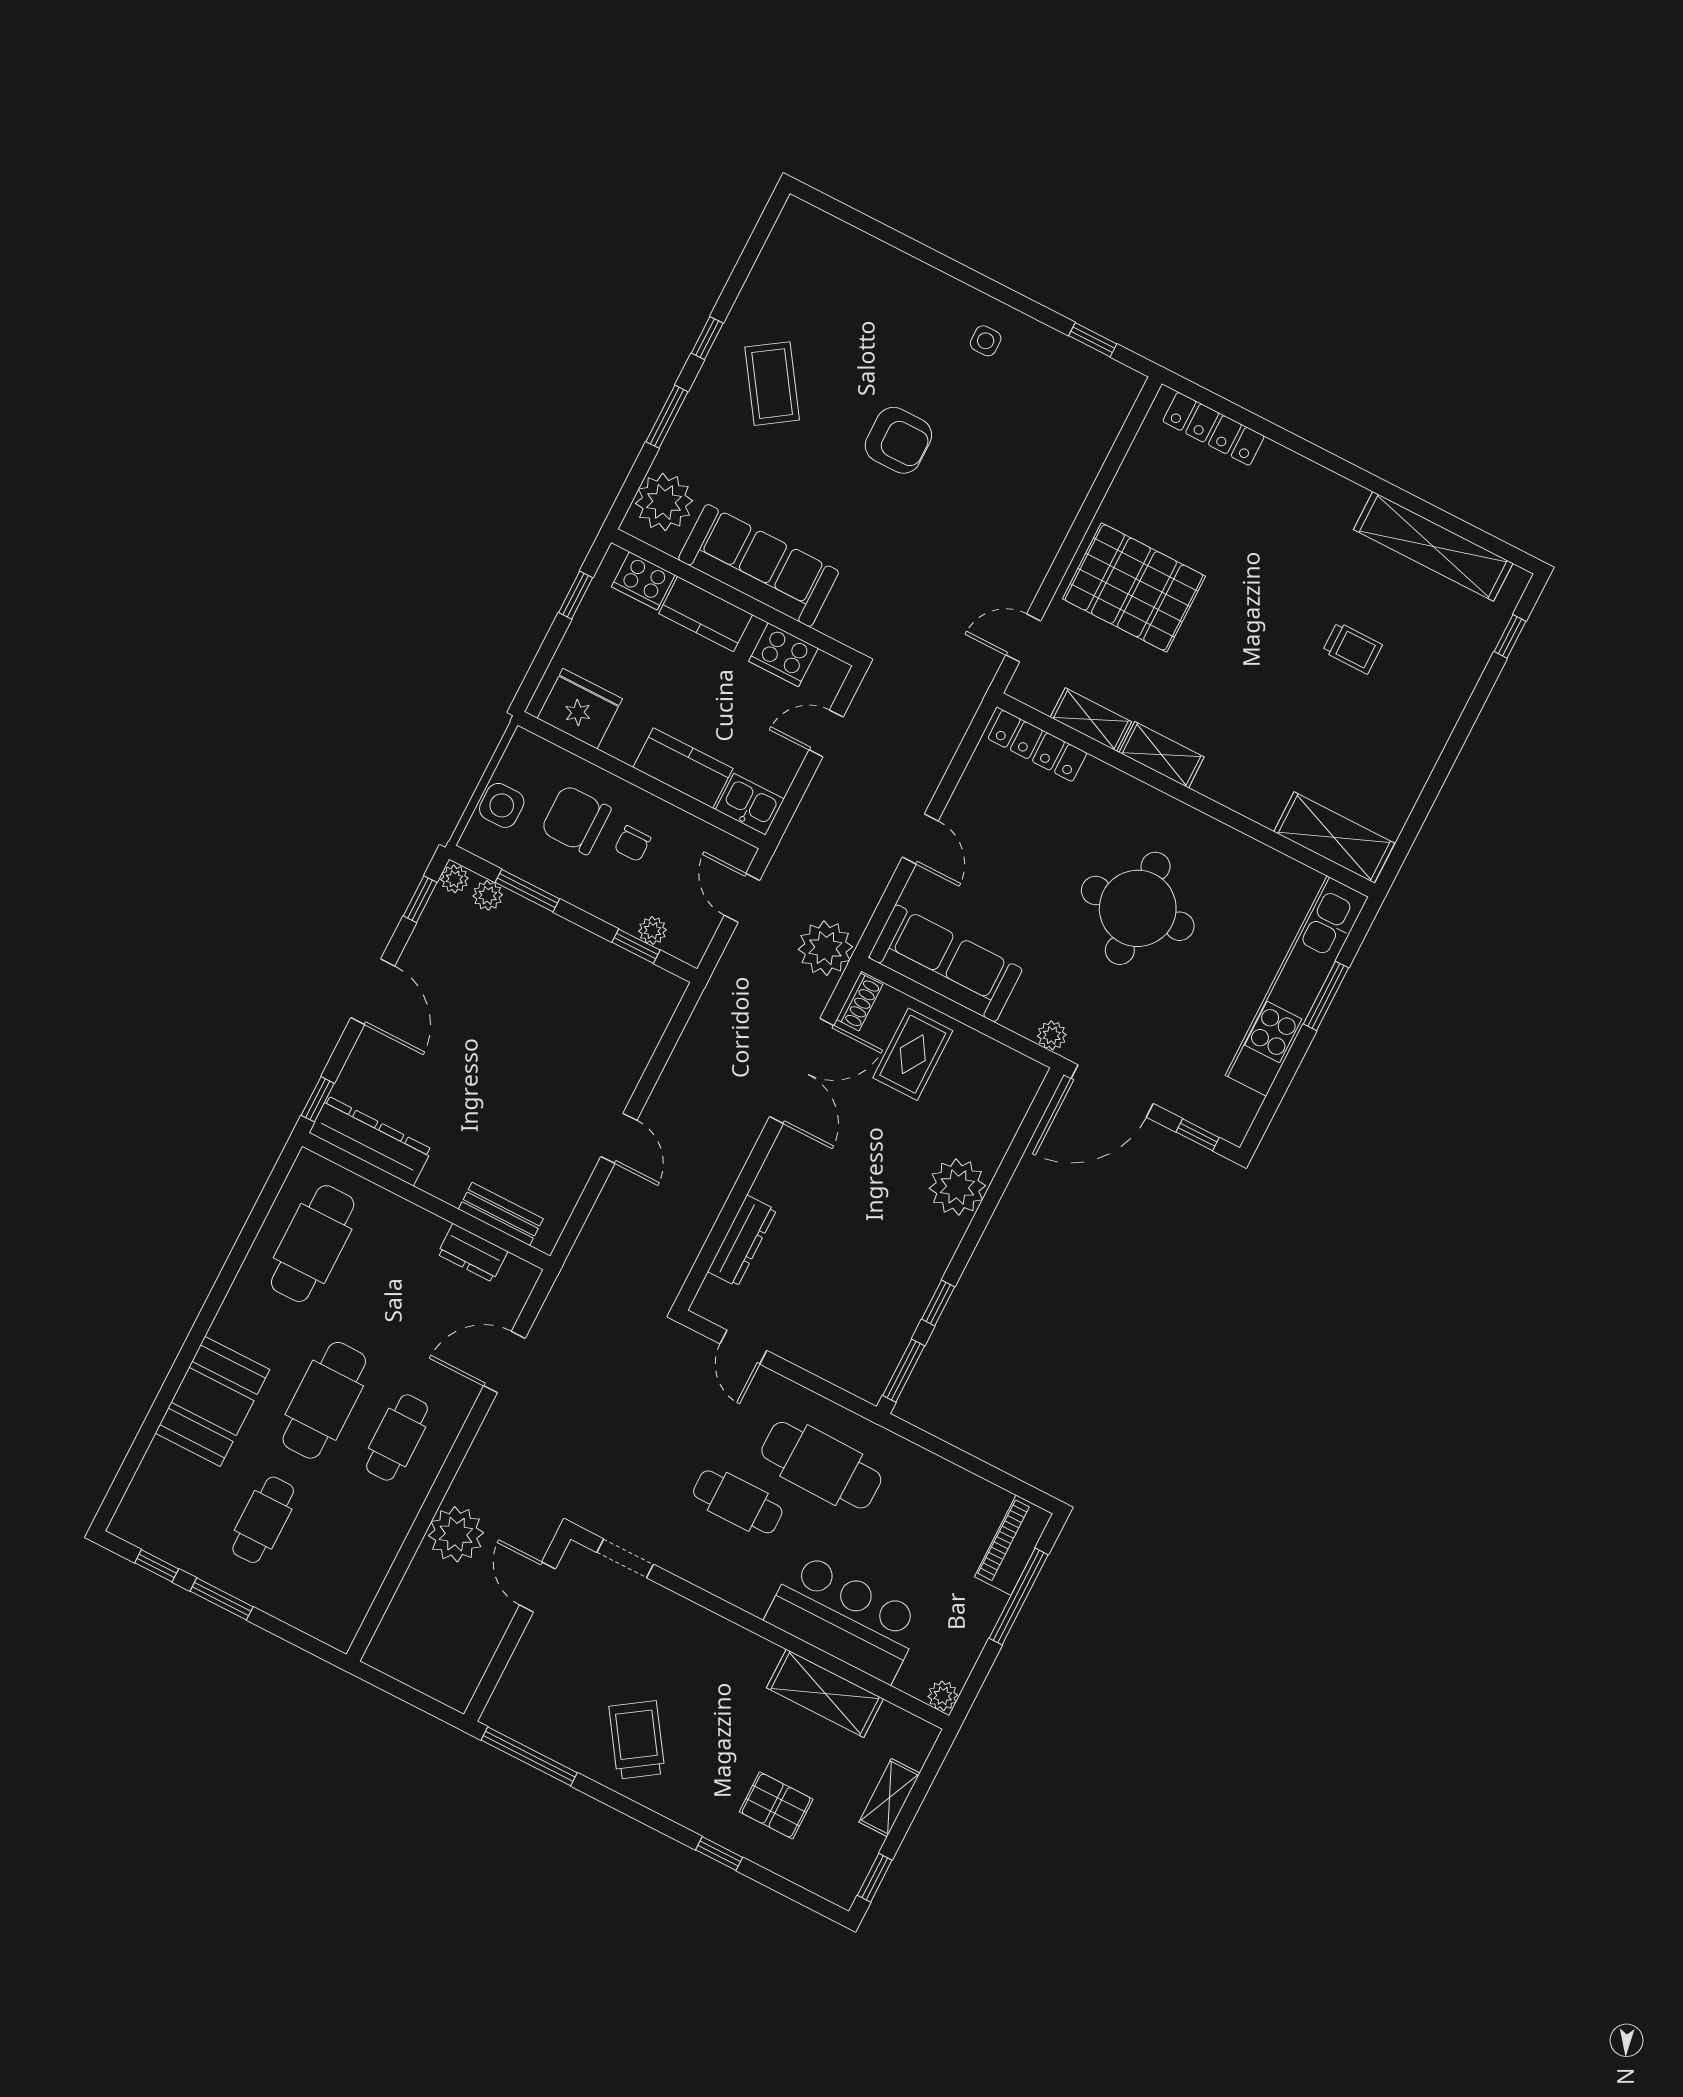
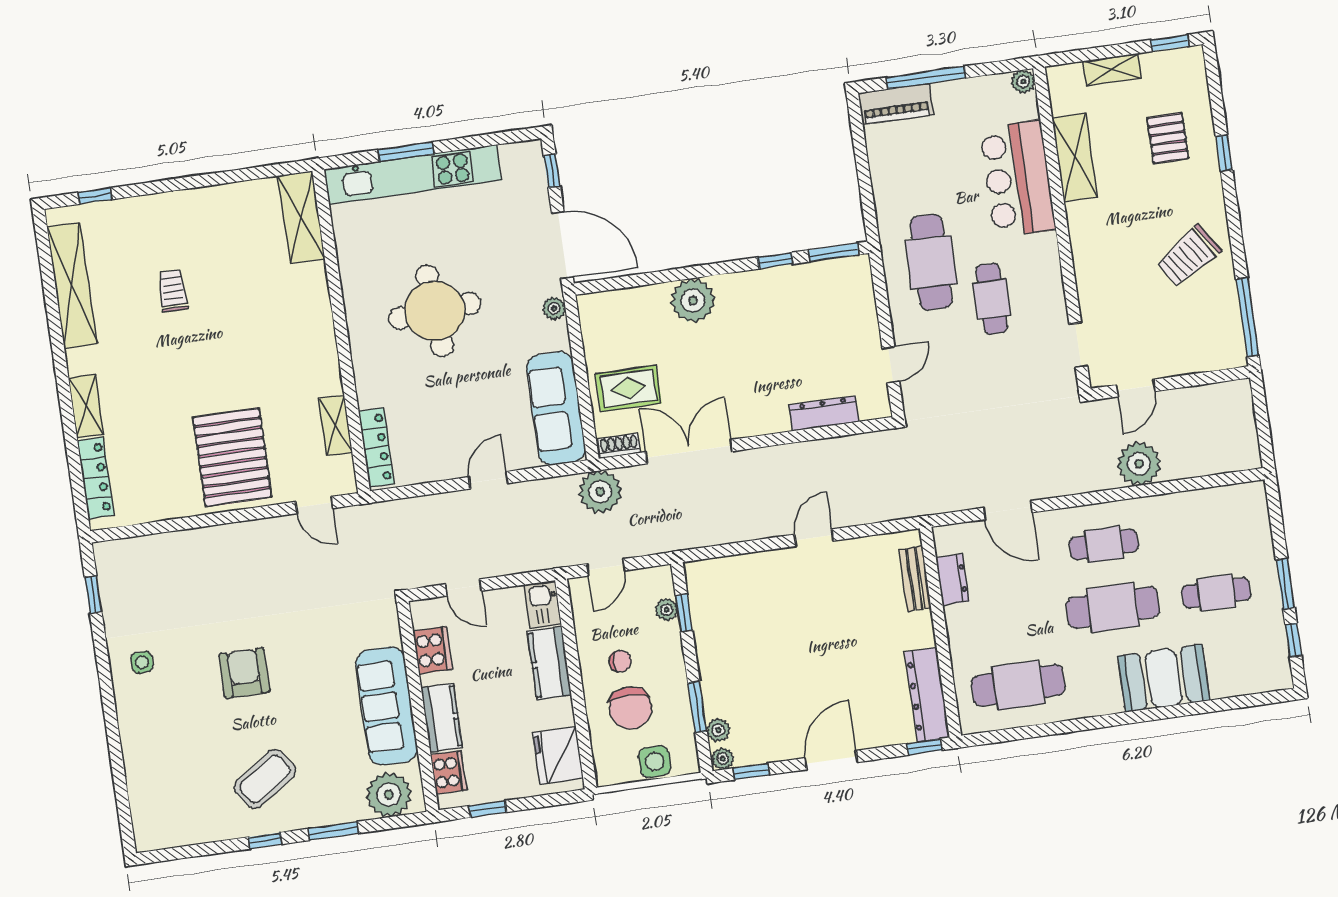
shelving: (1162, 755) -> (86, 406), moved

